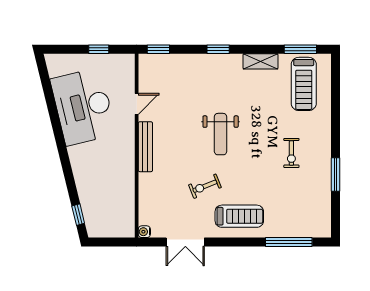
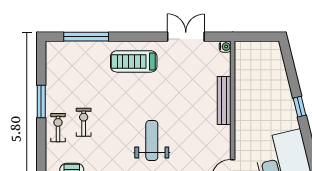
bench: (145, 147) -> (224, 101), moved
exercise bike: (205, 186) -> (58, 128), moved, turned -68
window: (78, 215) -> (300, 107), moved

